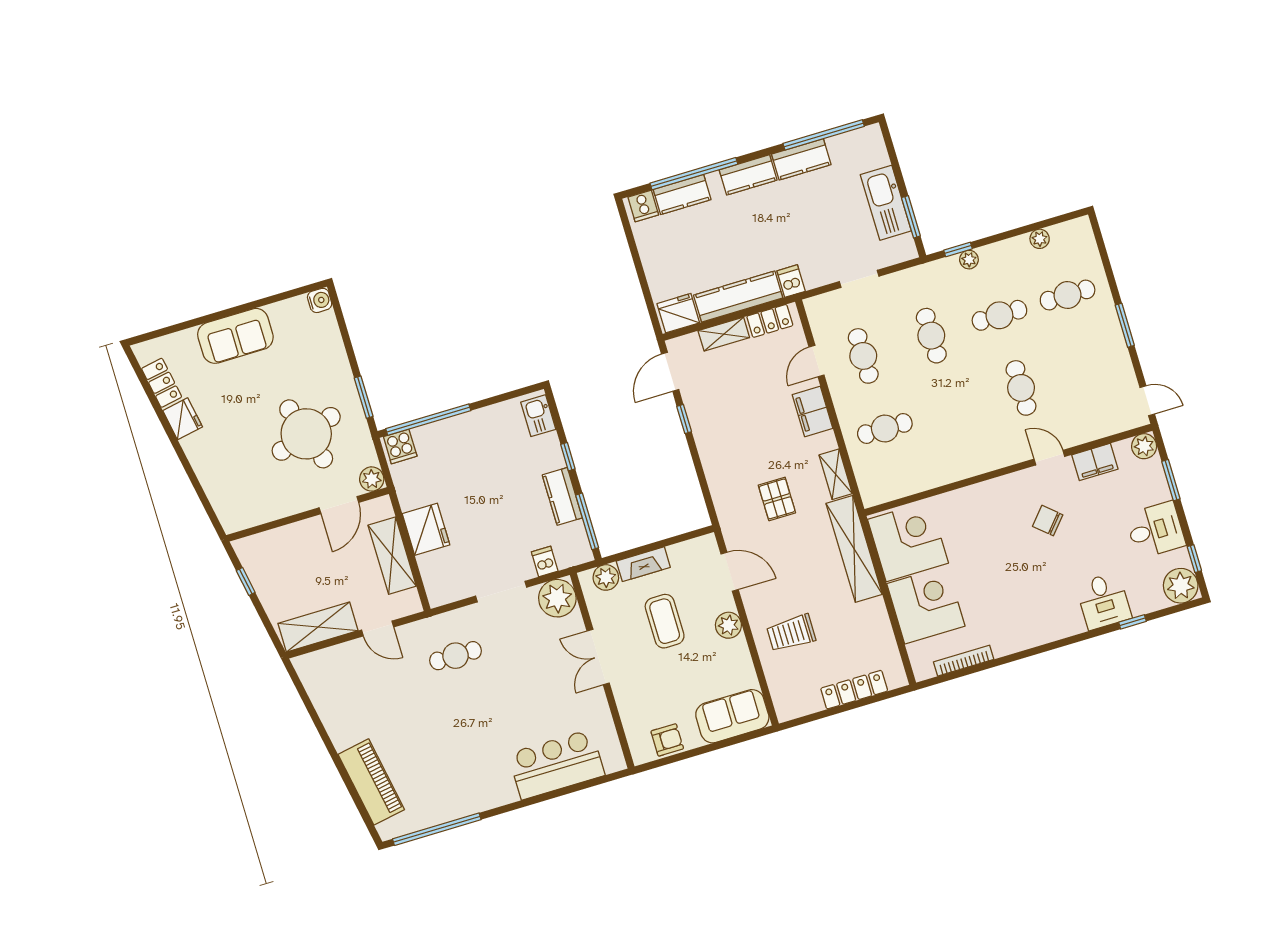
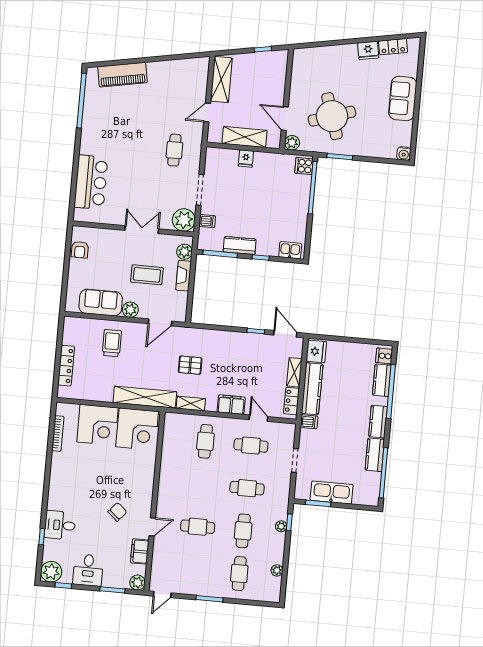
fridge: (426, 529) -> (246, 158), width x0.53, depth x0.75
sofa: (732, 716) -> (101, 303), moved, turned -90

